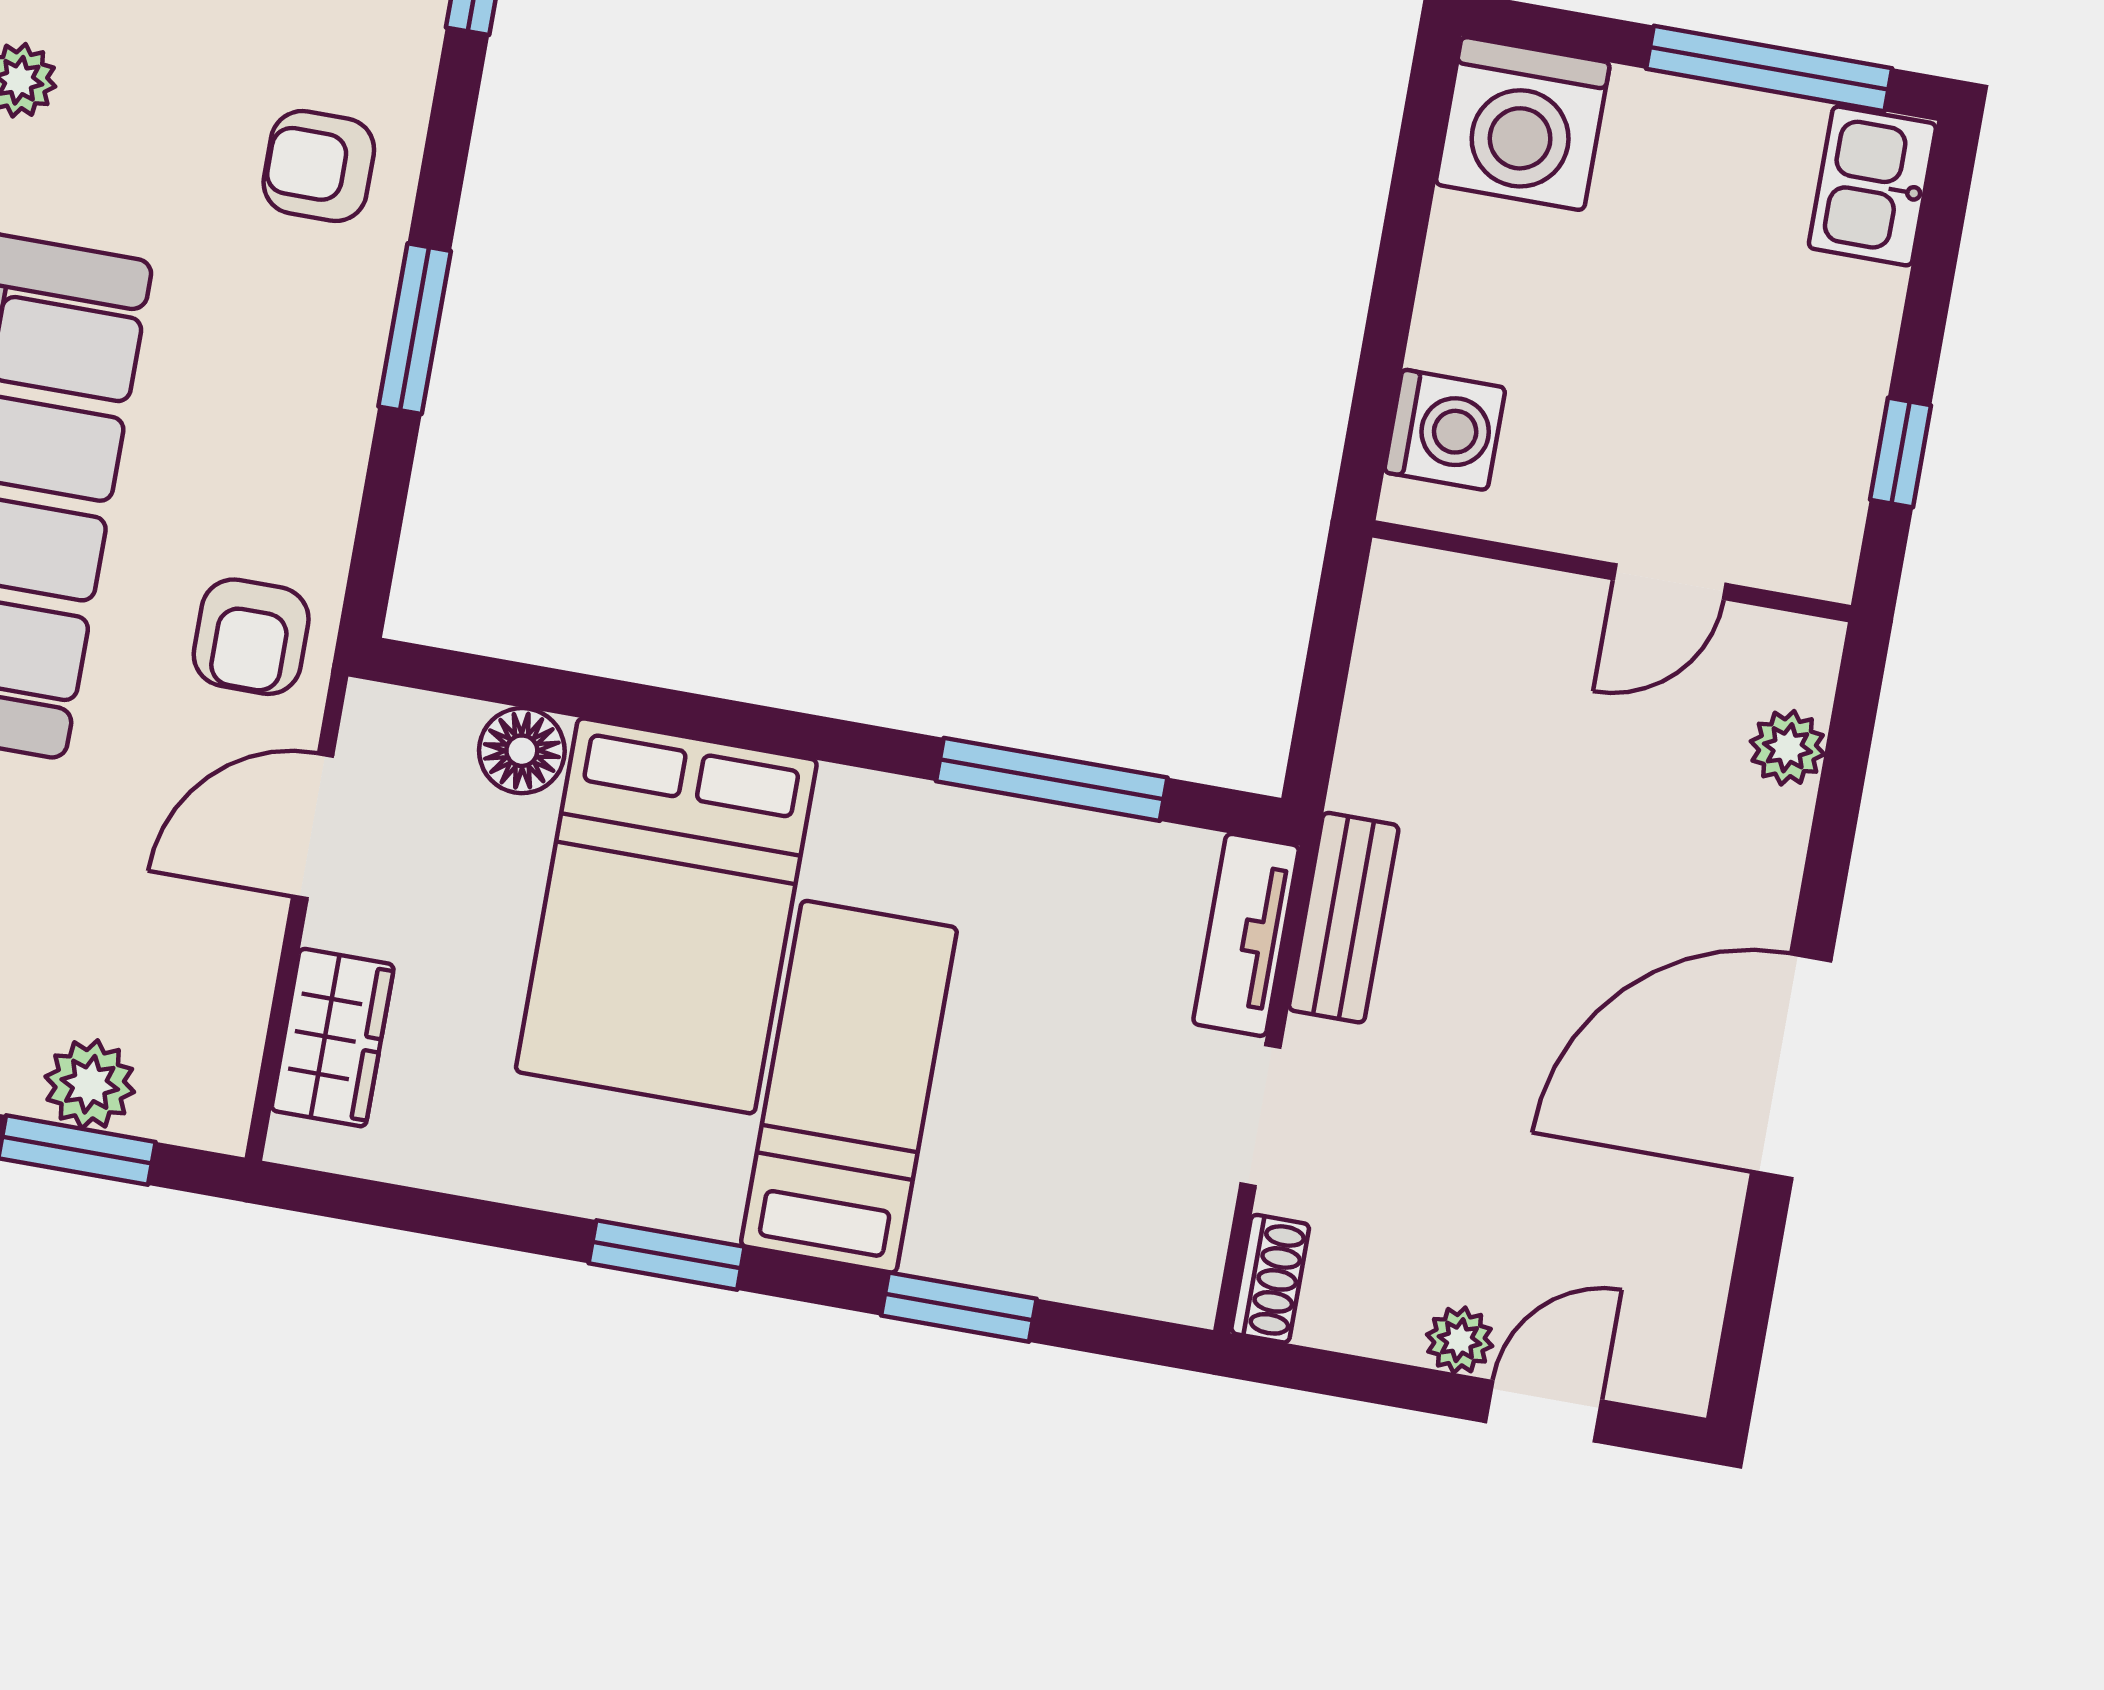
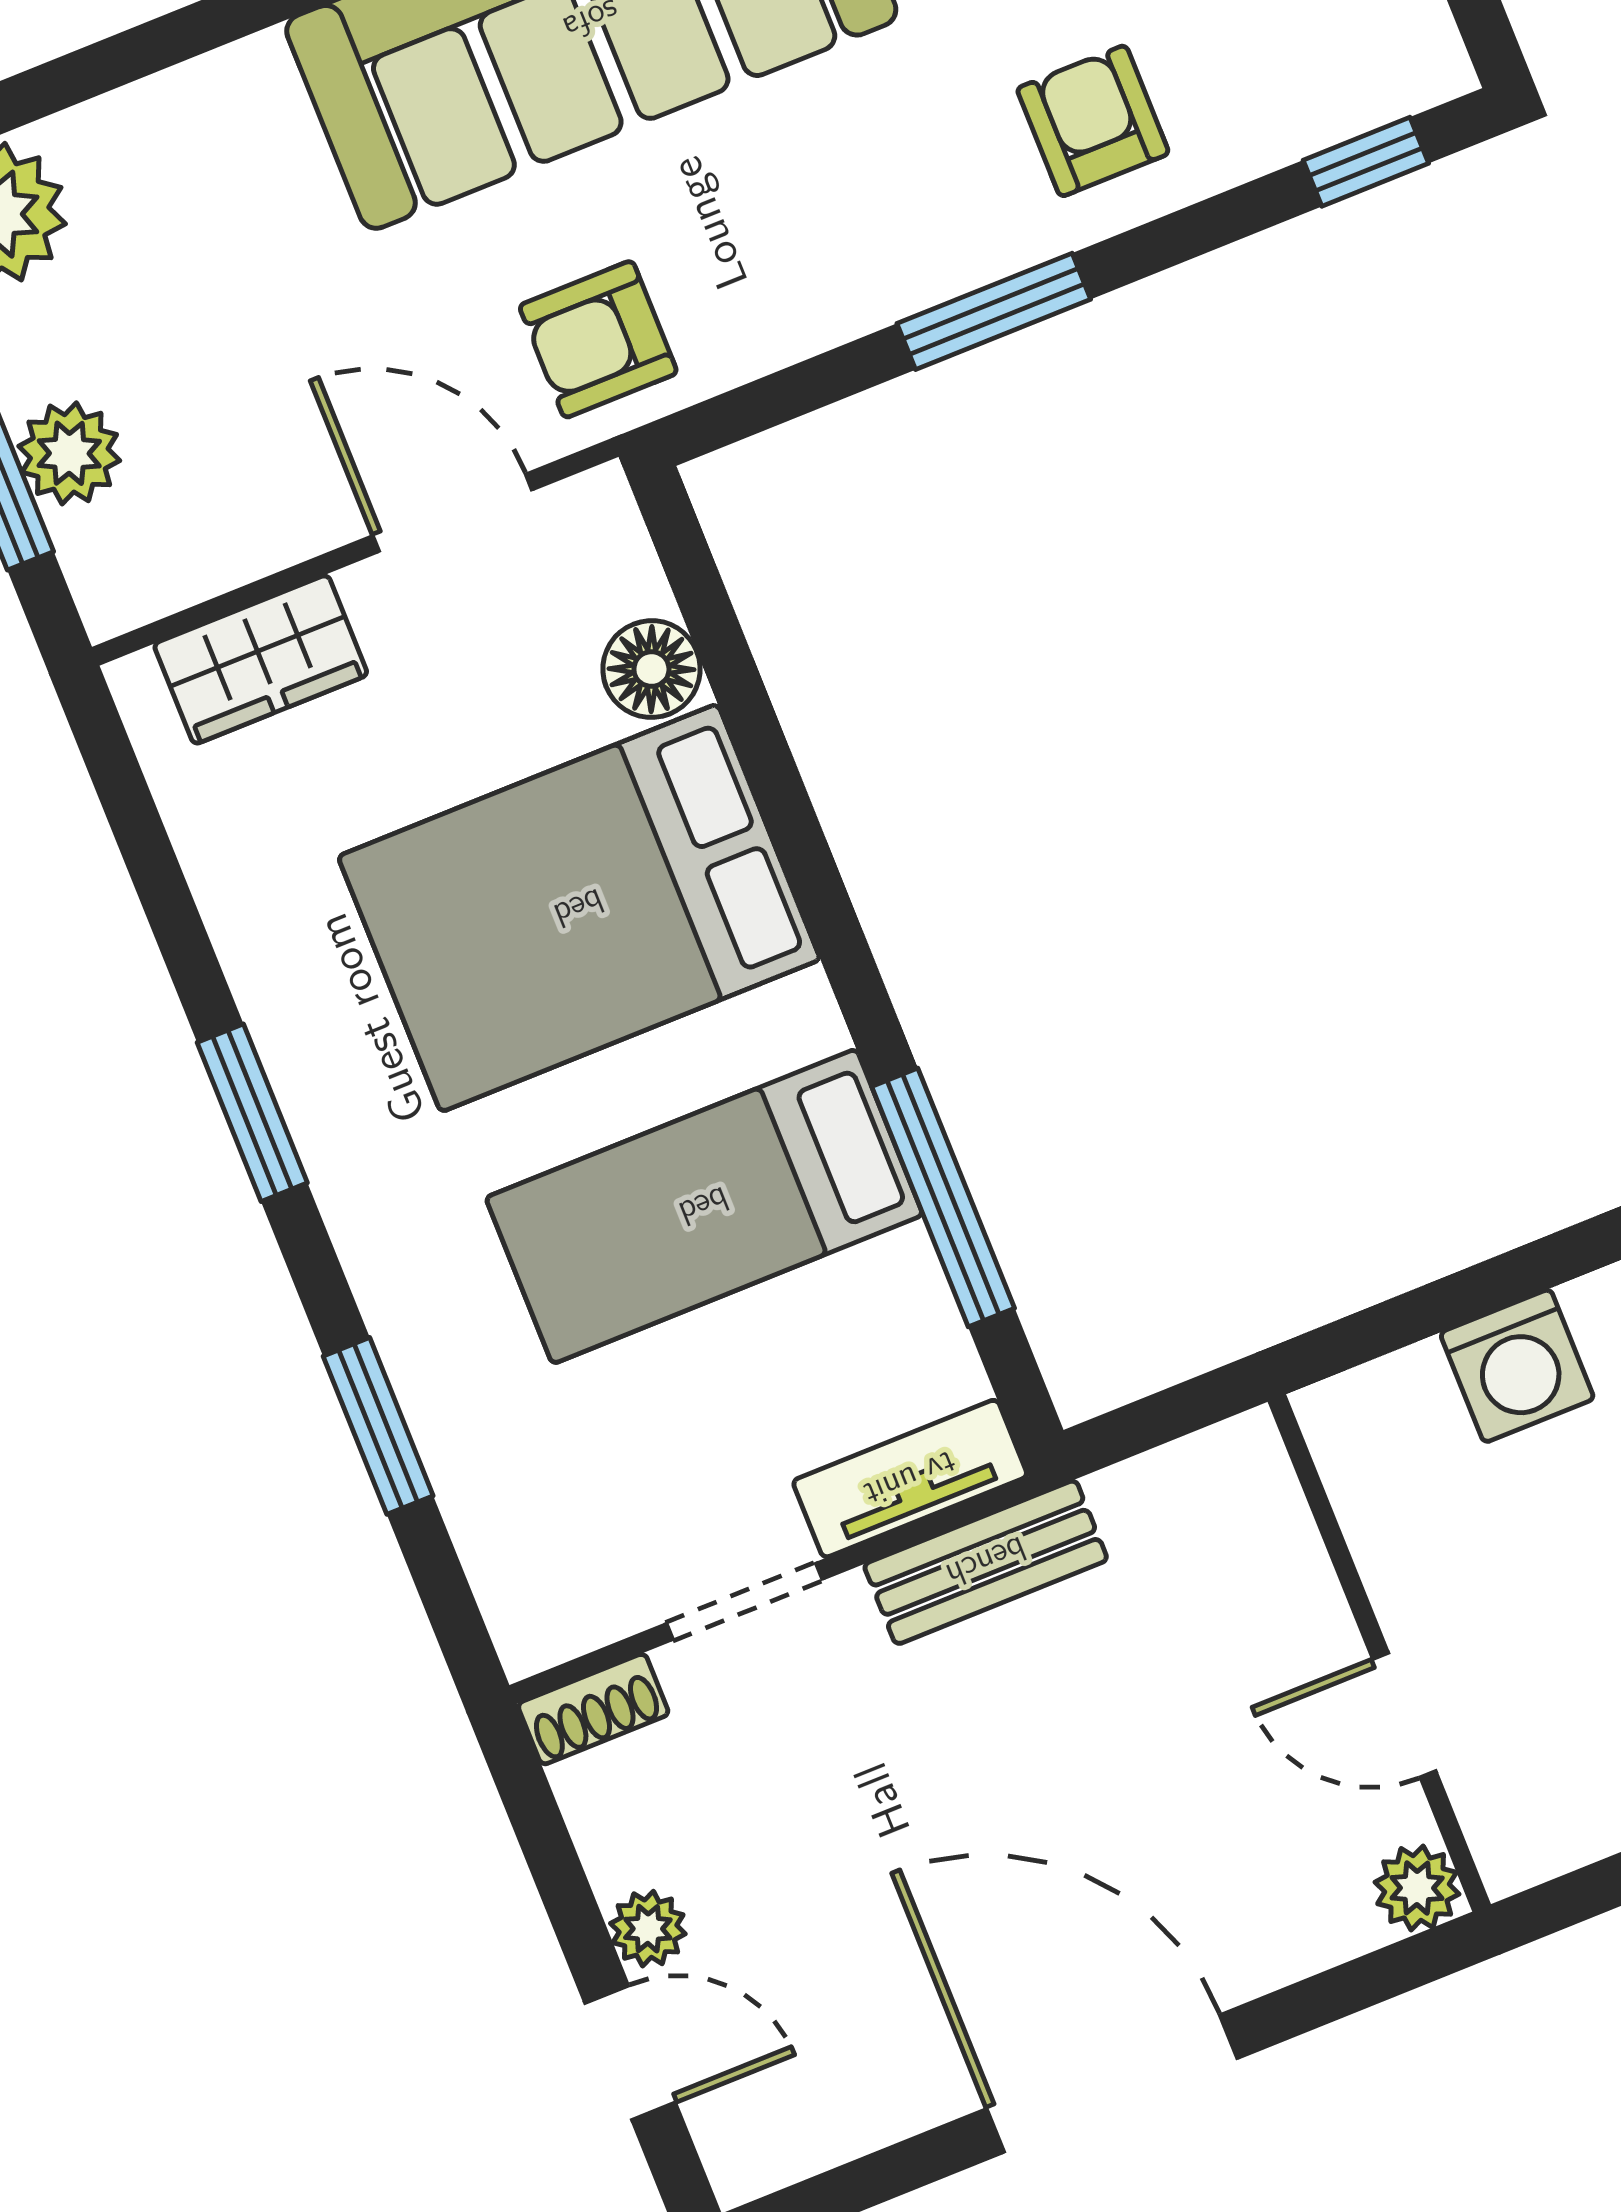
wall: (1612, 571) -> (1379, 1653), moved
door: (1670, 582) -> (1404, 1715), moved
bed: (849, 1087) -> (704, 1206), moved, turned 180

